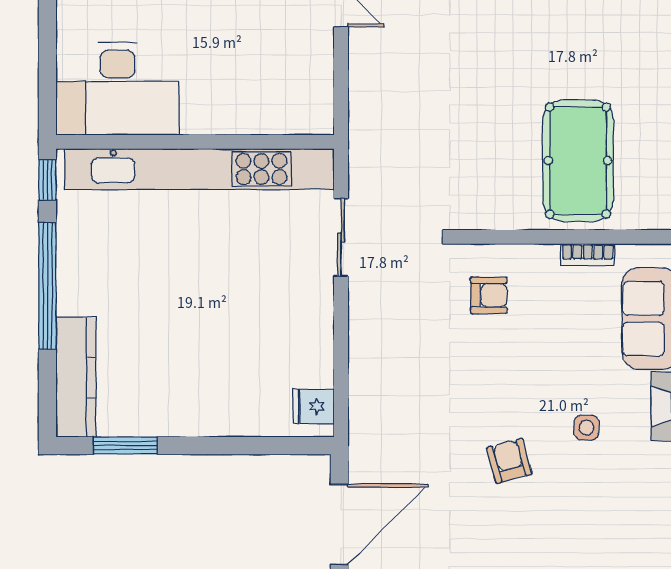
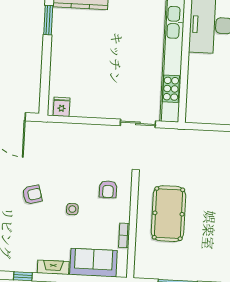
pool table: (578, 161) -> (168, 214), moved, turned 90
side table: (586, 428) -> (72, 209), moved

